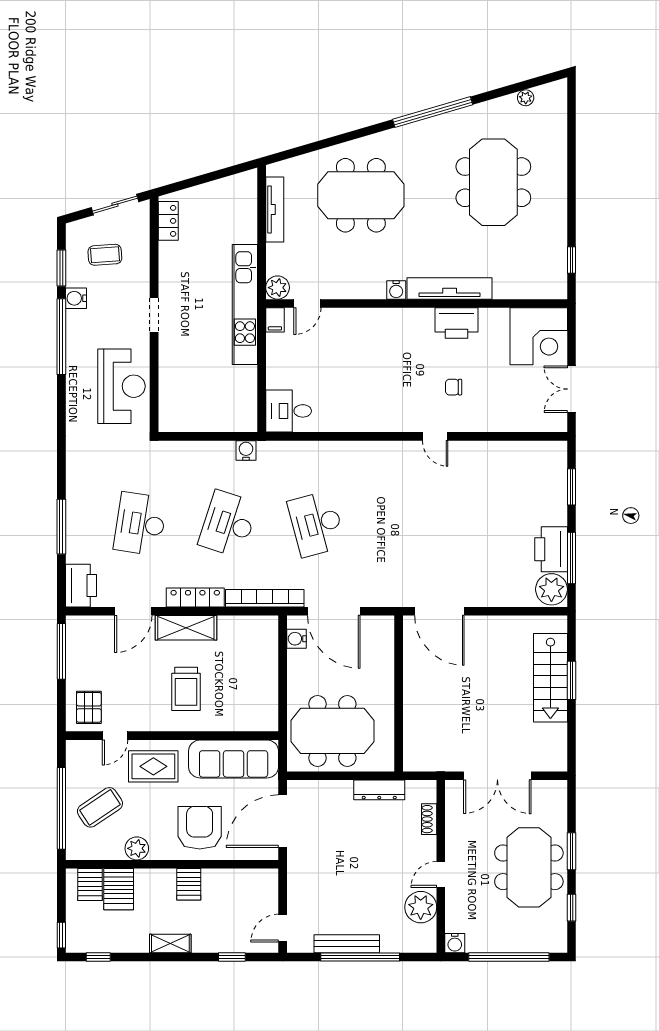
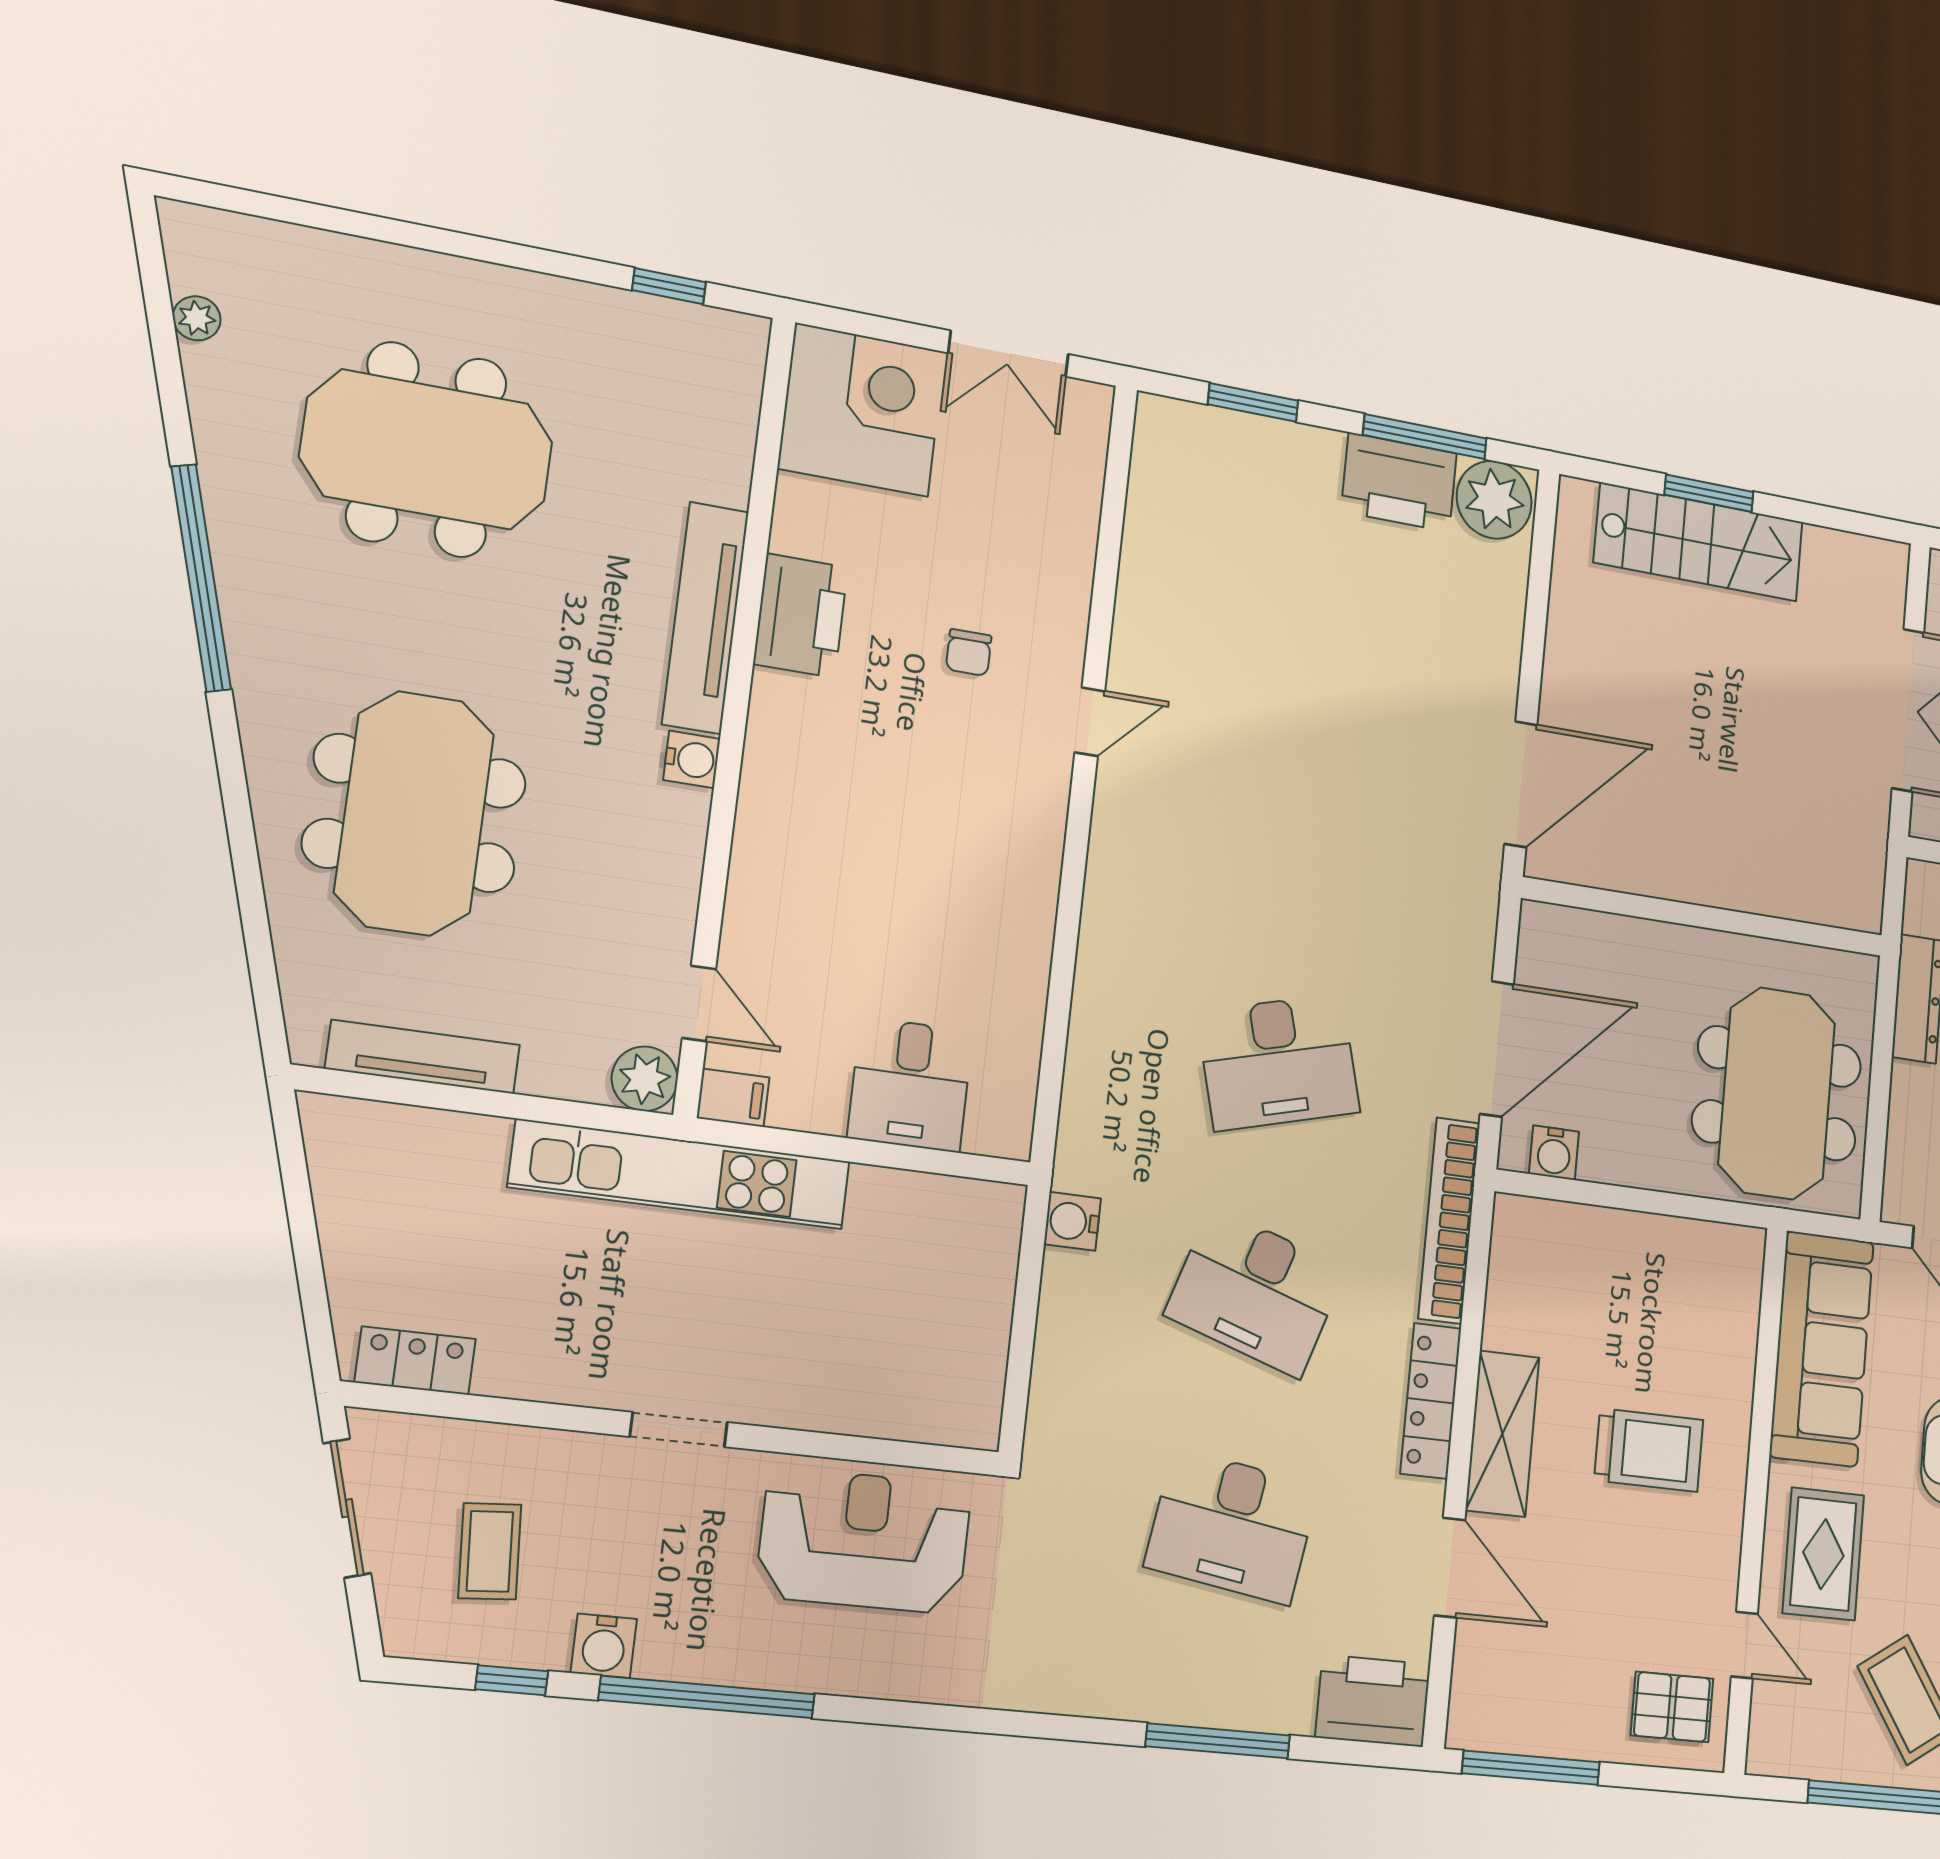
window: (61, 268) -> (512, 1680), width x0.67
desk: (289, 411) -> (910, 1085), moved

